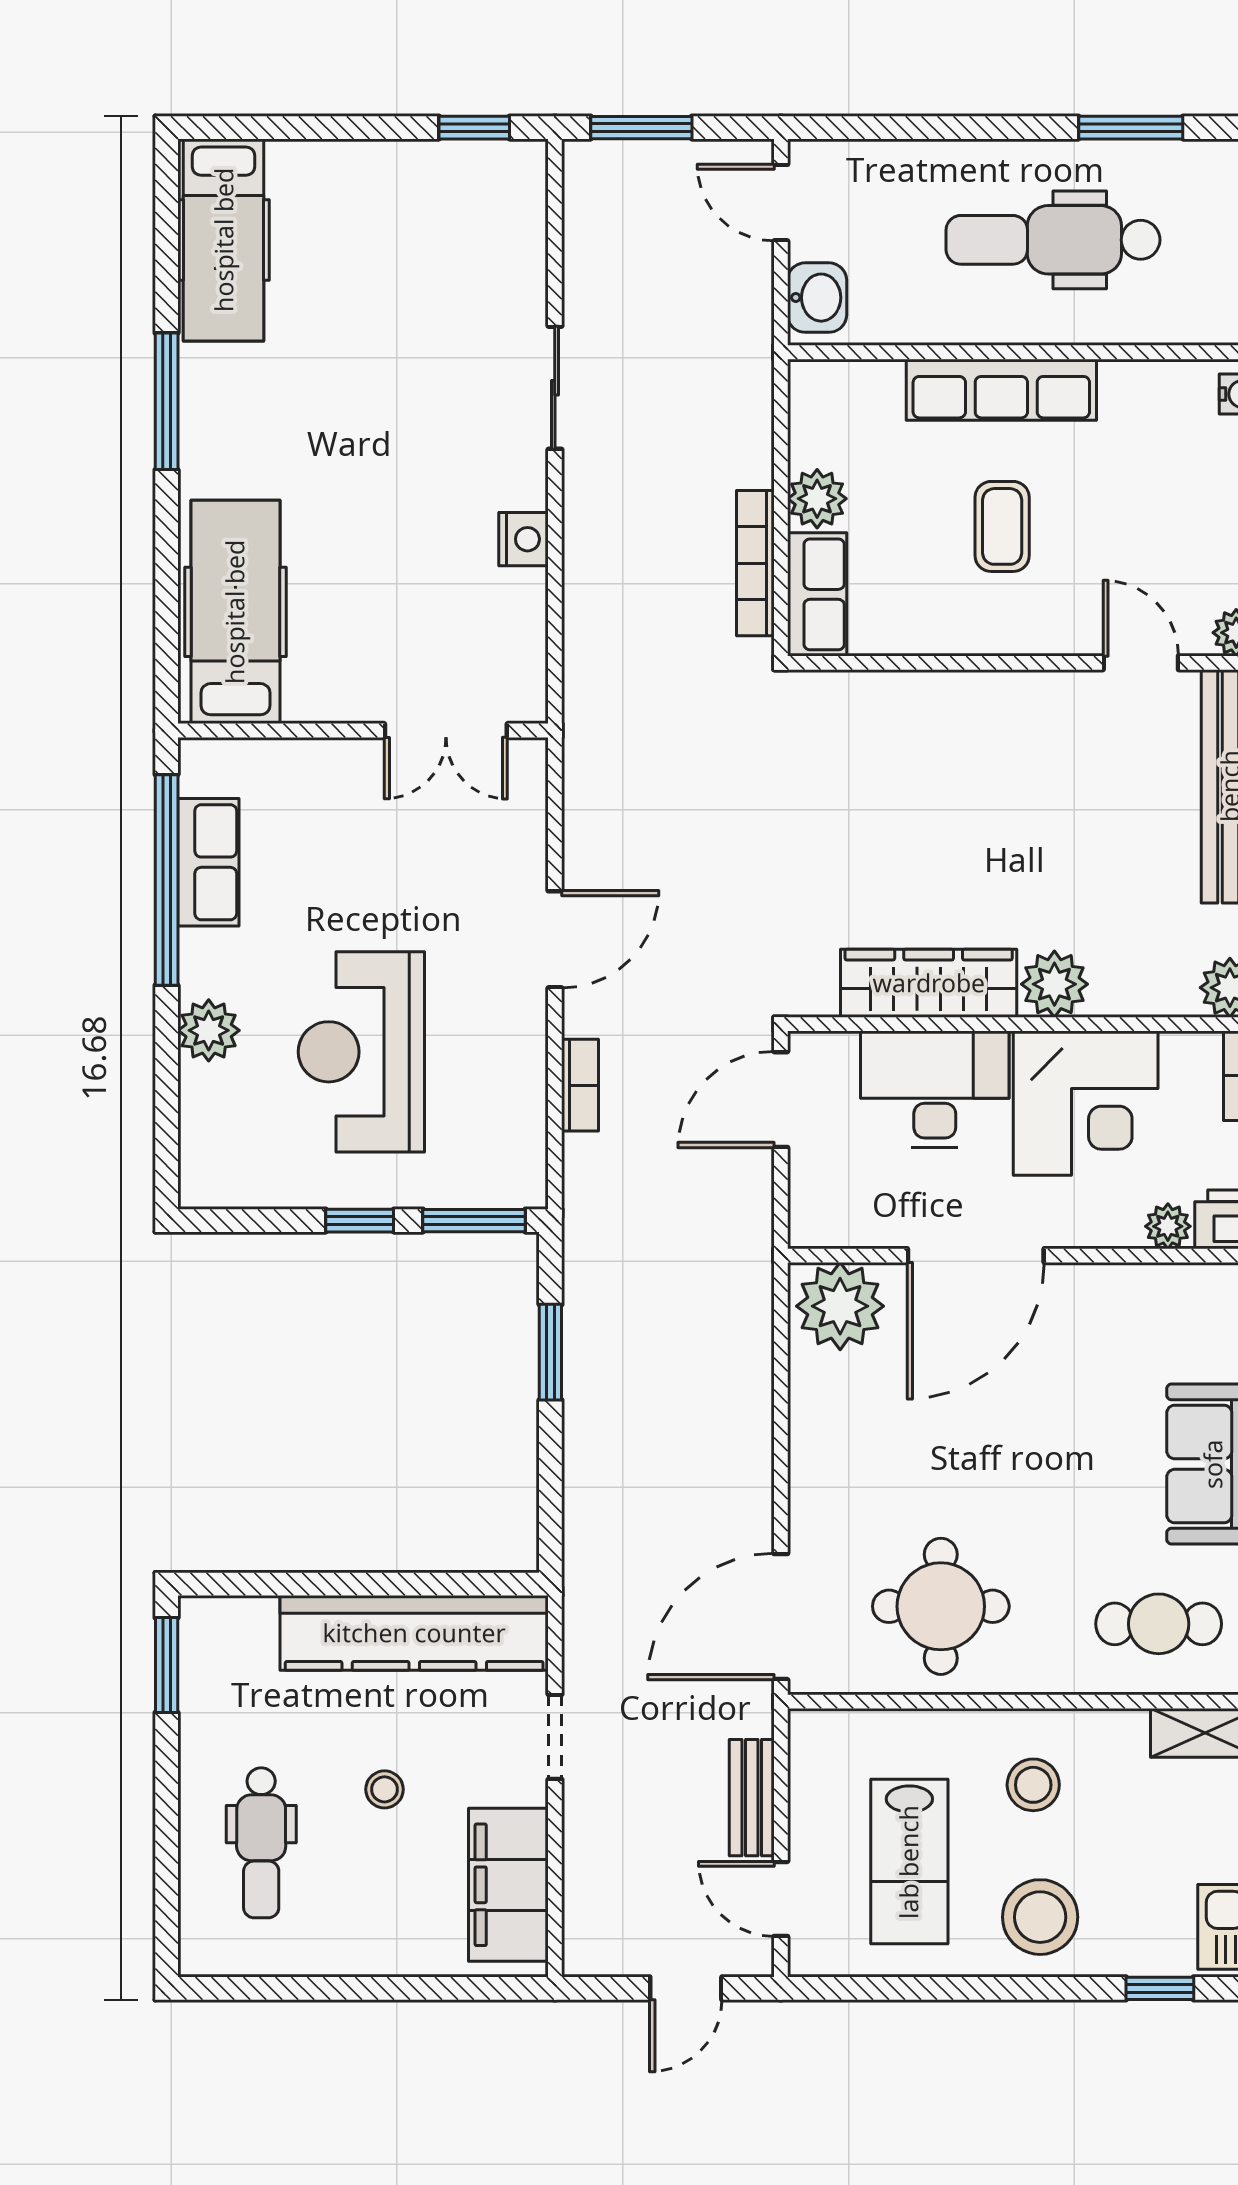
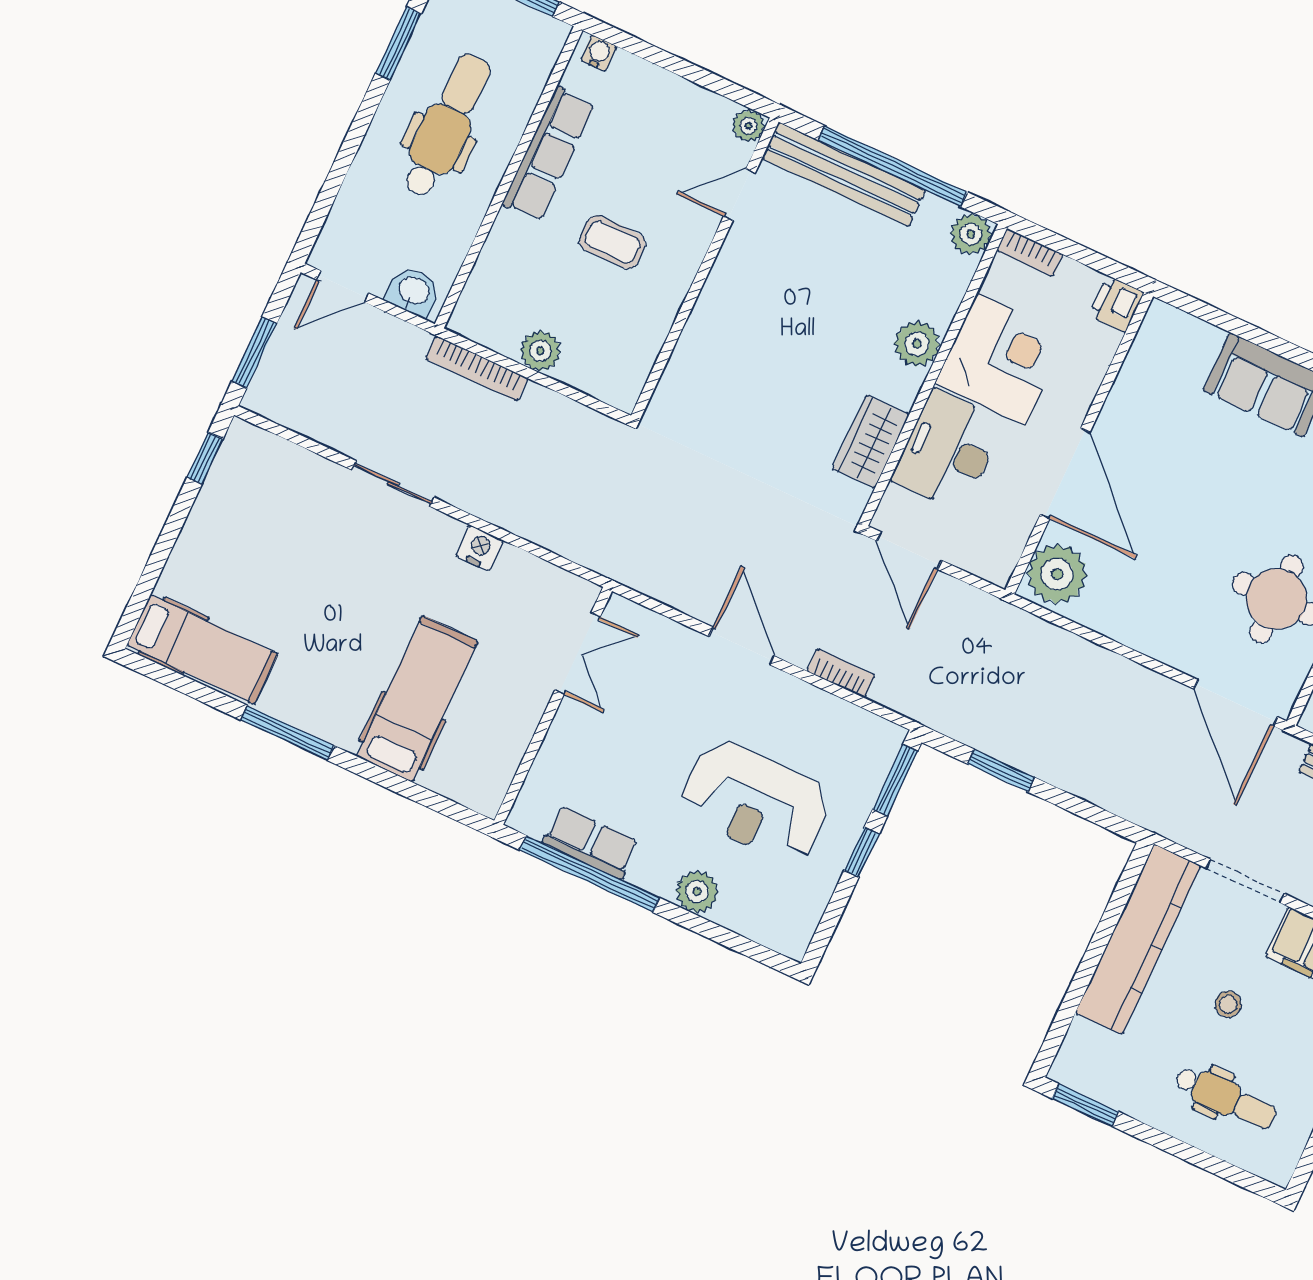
dental chair: (1053, 240) -> (446, 126), turned 180
row of seats: (1001, 390) -> (548, 154), moved
bookcase: (755, 563) -> (477, 368), moved
row of seats: (817, 594) -> (601, 379), removed
hospital bed: (235, 612) -> (417, 699), moved, turned 90
wardrobe: (929, 983) -> (871, 442), width x0.67
plant: (1168, 1226) -> (1103, 344), removed
doorway: (555, 1737) -> (1245, 881), width x1.38

